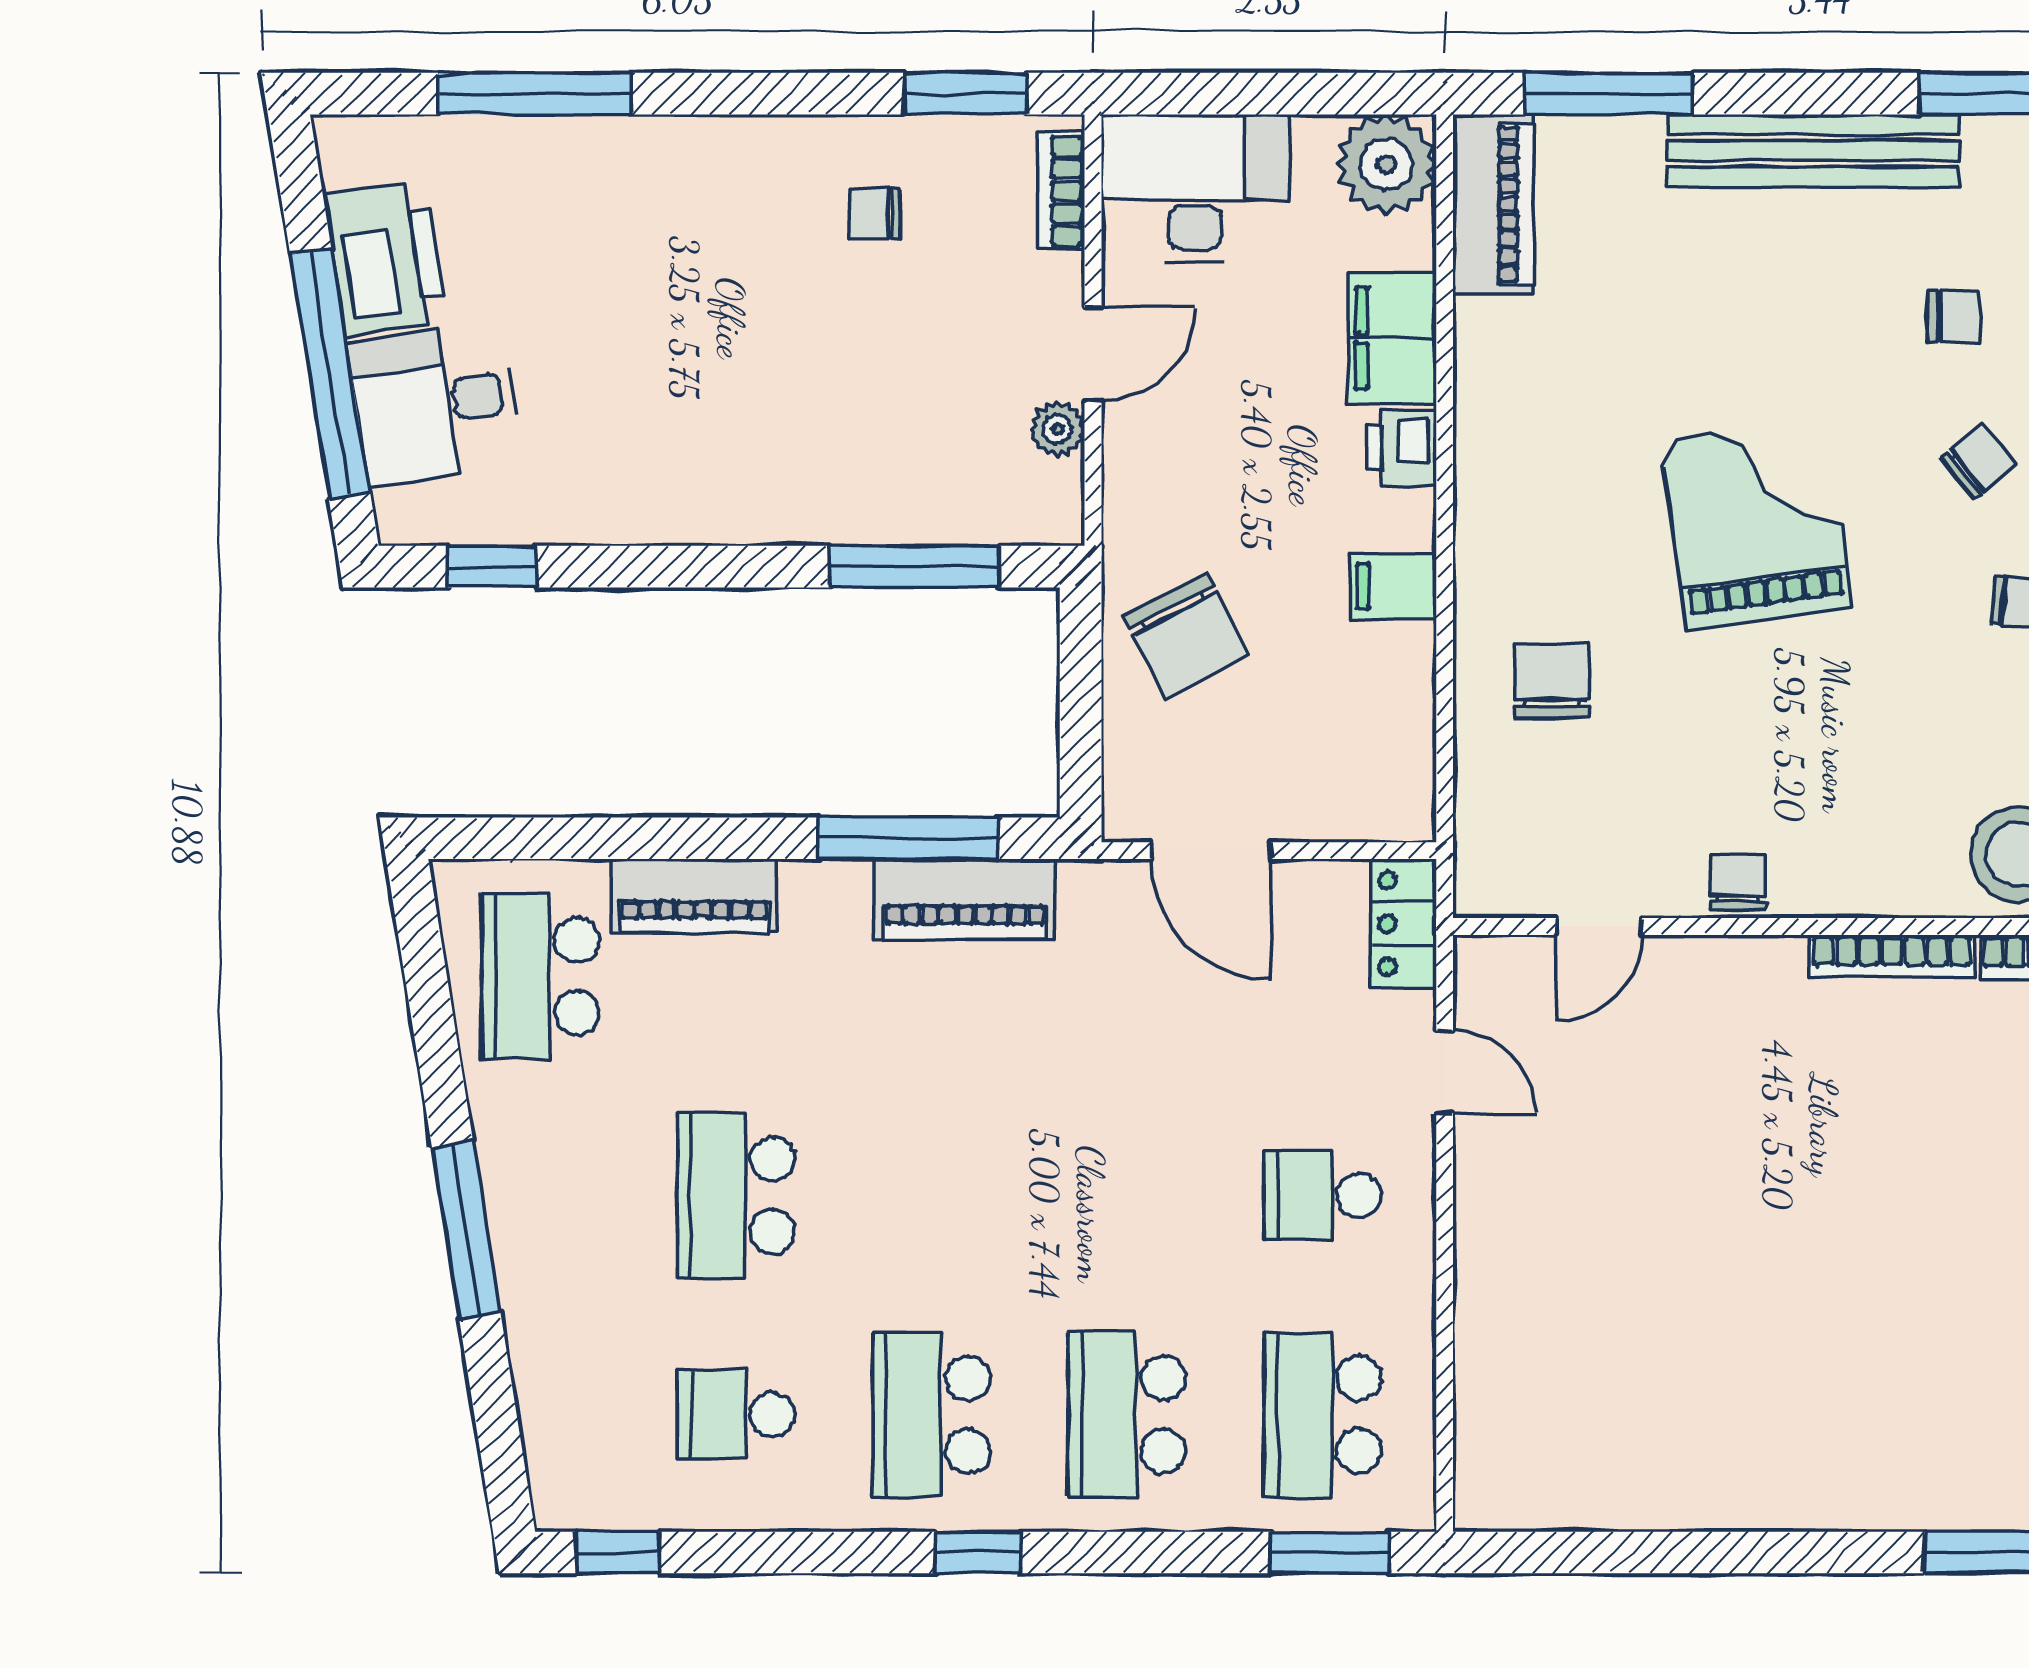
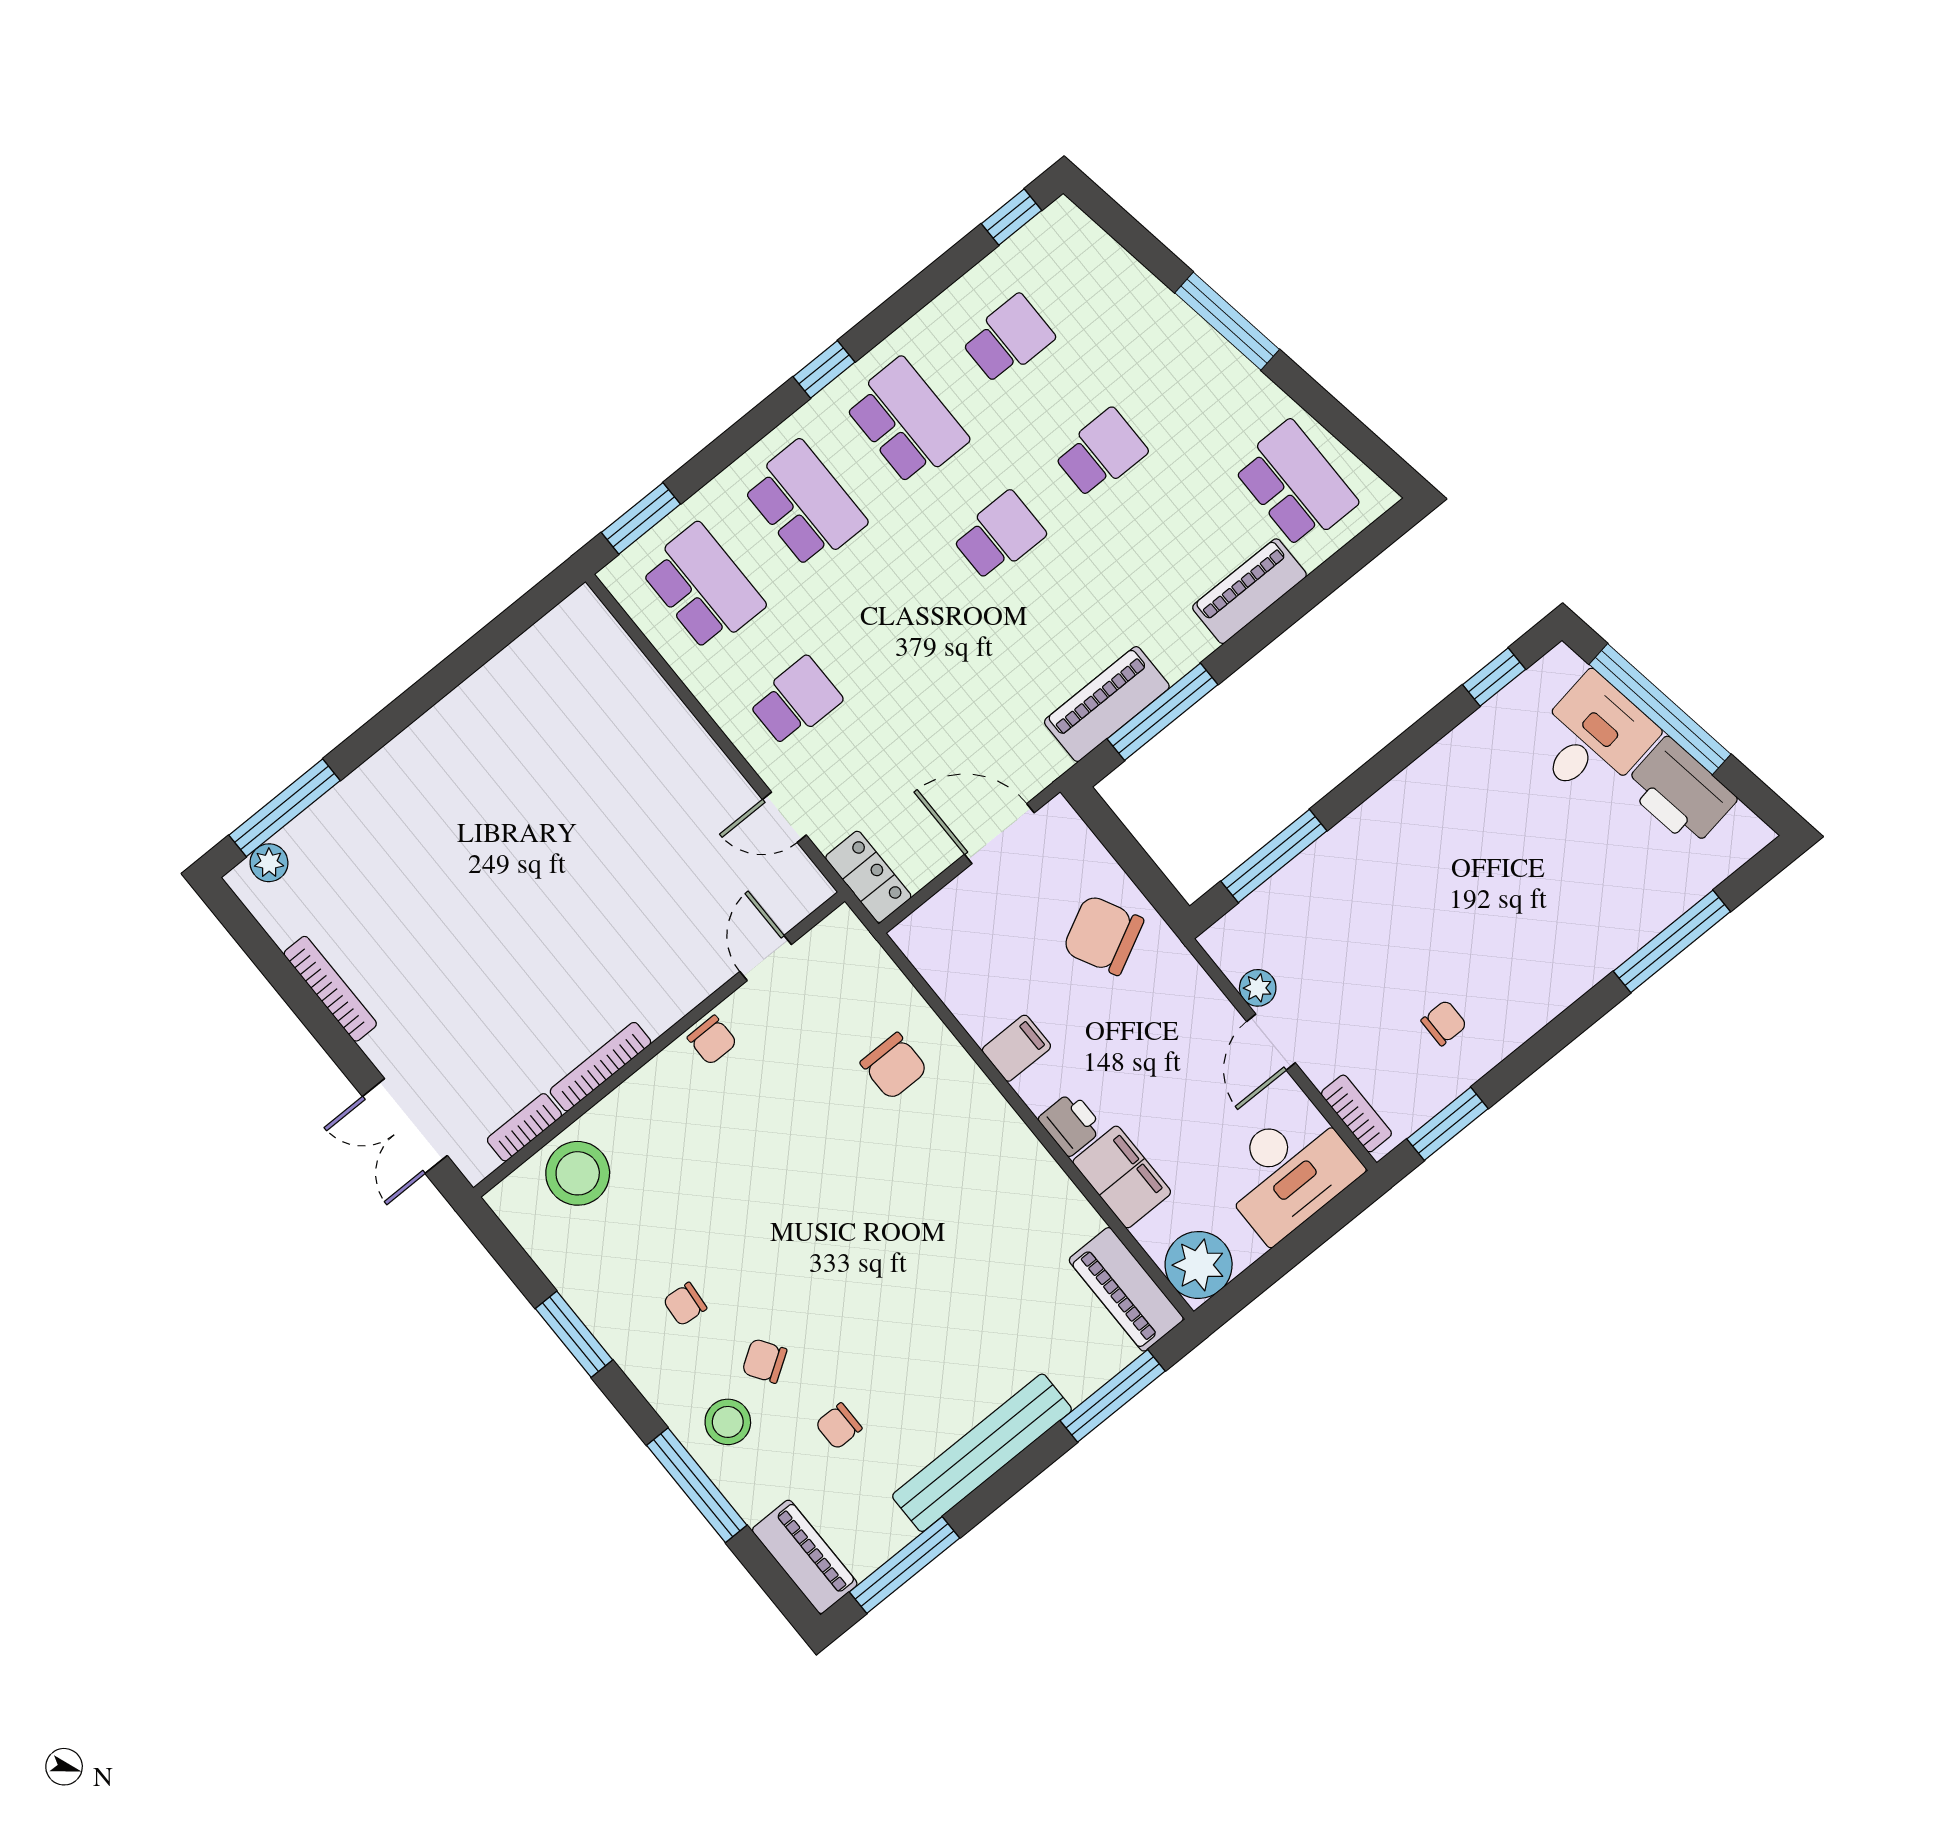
chair: (1979, 461) -> (764, 1361), turned 95
grand piano: (1756, 523) -> (854, 1235), removed
school desk: (736, 1195) -> (1101, 453), width x0.54
school desk: (932, 1195) -> (999, 536), added

